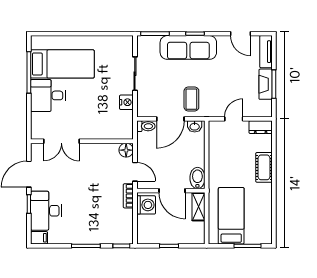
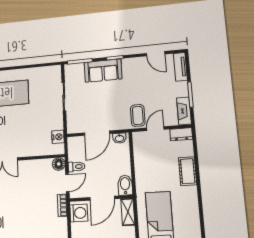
sofa: (188, 47) -> (103, 71), width x0.73
fireplace: (266, 84) -> (184, 111), moved
coffee table: (191, 99) -> (138, 115), moved
nightstand: (126, 102) -> (58, 137), moved
toilet: (146, 126) -> (77, 167), moved
door: (135, 172) -> (67, 183), hinge flipped
door: (172, 191) -> (102, 198), hinge flipped

